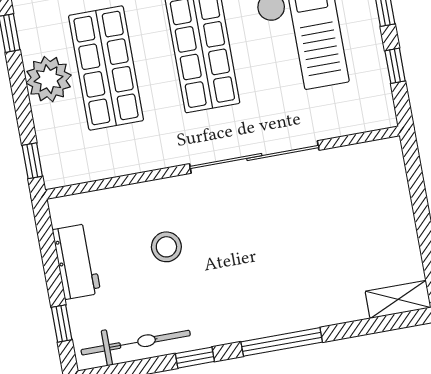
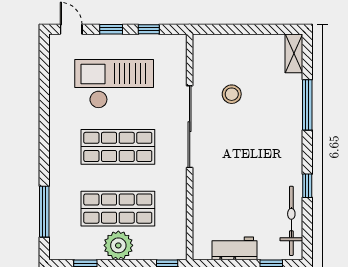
stool: (166, 247) -> (232, 94), moved
window: (282, 342) -> (307, 105), moved

